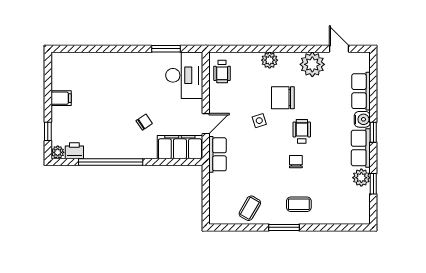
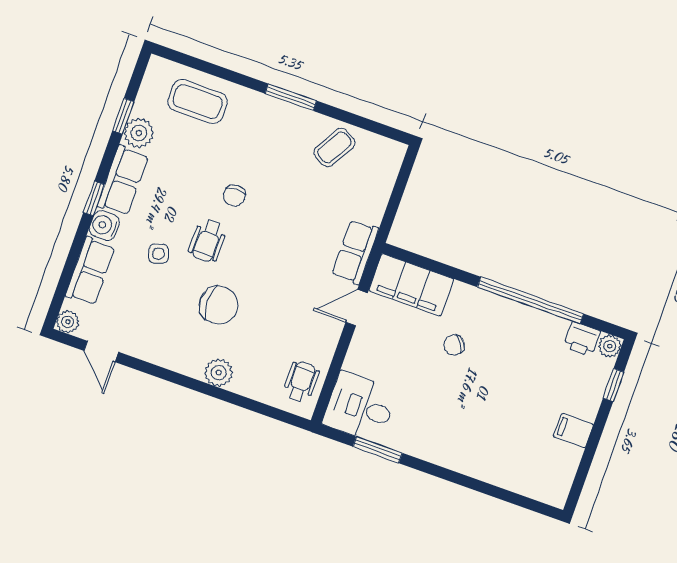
plant: (312, 64) -> (68, 322), moved, width x0.53, depth x0.53
desk: (184, 75) -> (360, 407), width x0.73
side table: (259, 121) -> (159, 254), moved
coffee table: (299, 204) -> (198, 102), moved, width x1.36, depth x1.30

